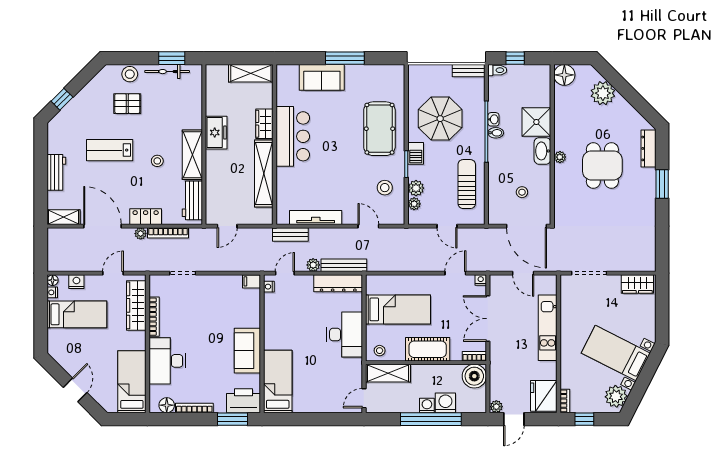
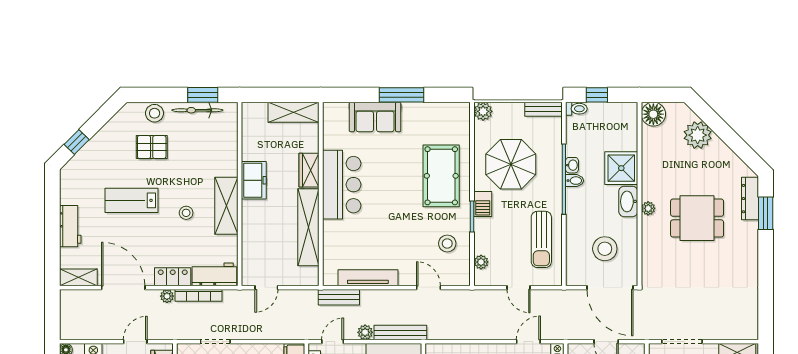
dining table: (602, 165) -> (697, 218), turned 90
sun lounger: (467, 184) -> (541, 239), turned 180
window: (662, 184) -> (766, 213), moved
plant: (416, 188) -> (483, 111), moved
stool: (522, 192) -> (605, 249), width x1.89, depth x1.89
workbench: (192, 200) -> (214, 274), moved, turned 90

